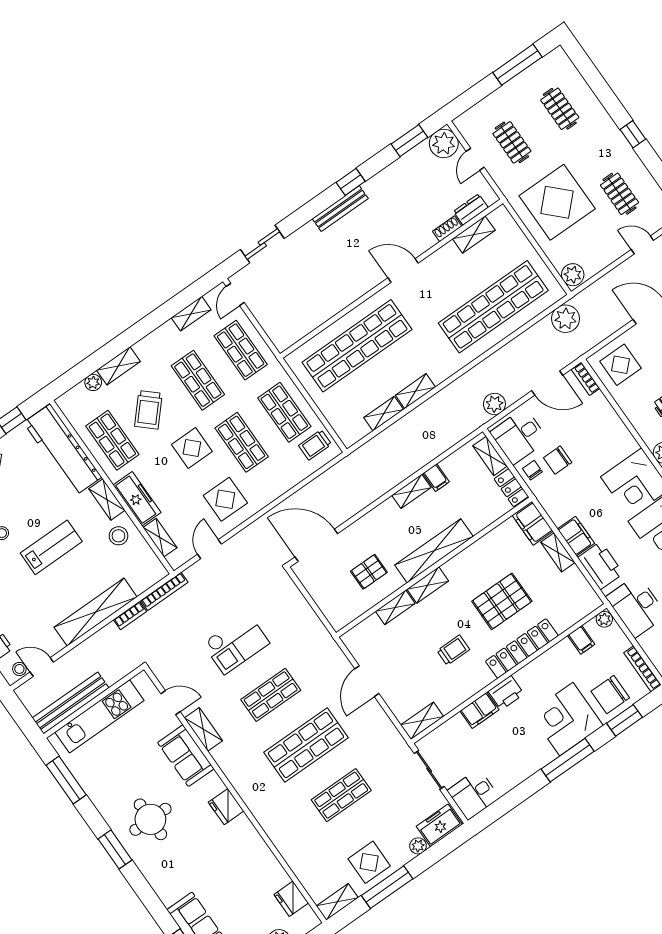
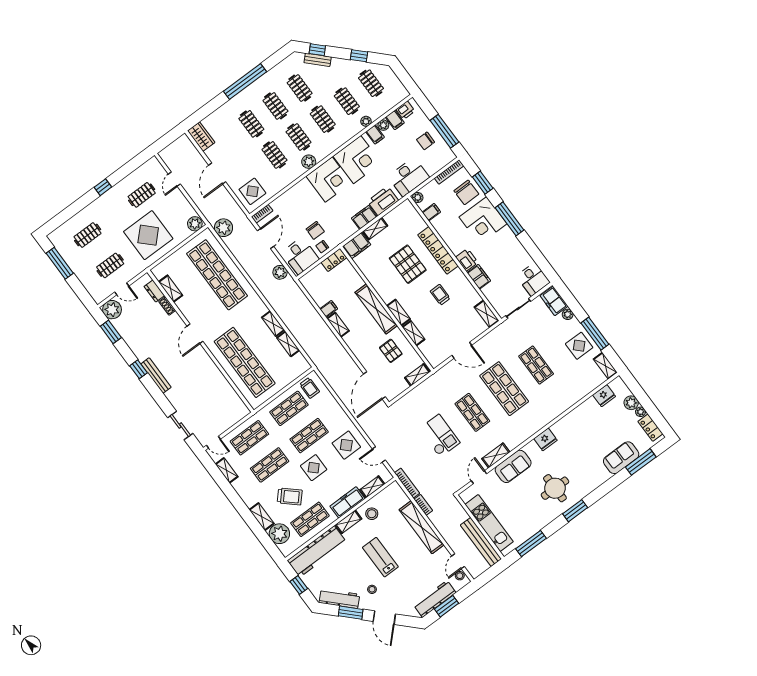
plant: (93, 382) -> (279, 534), width x1.88, depth x1.88
shelving: (490, 456) -> (417, 375), moved

